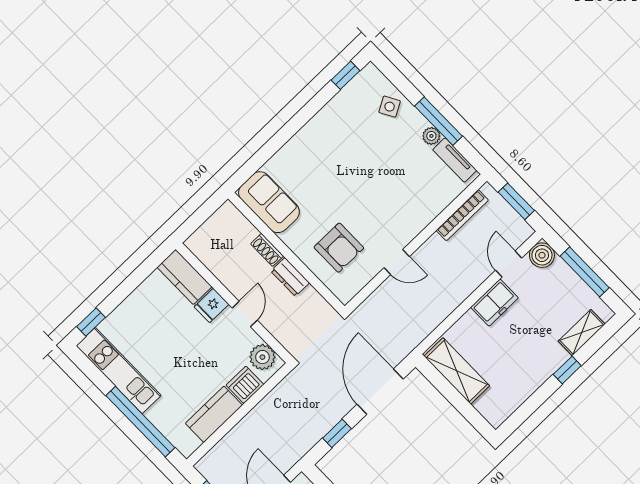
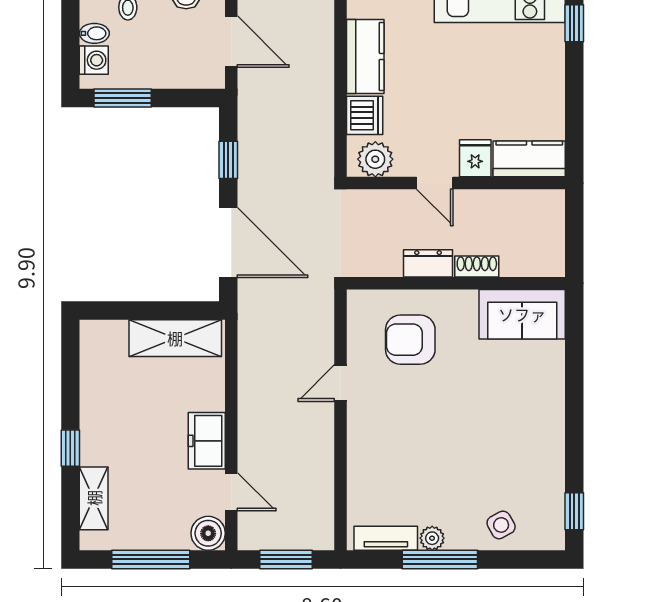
bookcase: (462, 215) -> (324, 493), removed

